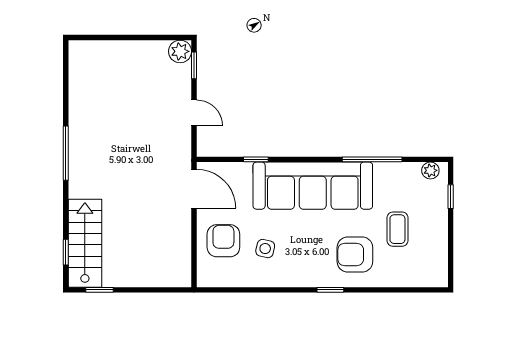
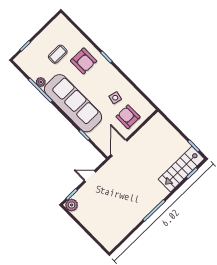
door: (194, 113) -> (90, 176), hinge flipped
plant: (430, 170) -> (41, 82), moved
armchair: (223, 241) -> (128, 117), turned 90

